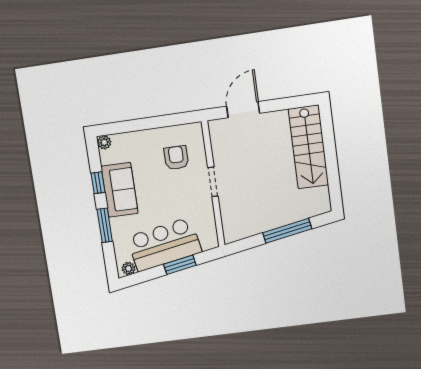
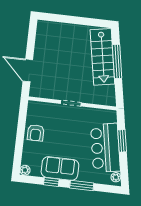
stairs: (308, 147) -> (102, 57), moved, turned 80
armchair: (176, 158) -> (36, 133), moved, turned -90

